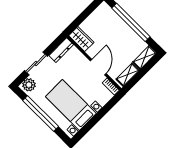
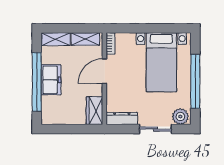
freezer: (124, 32) -> (51, 80), added

